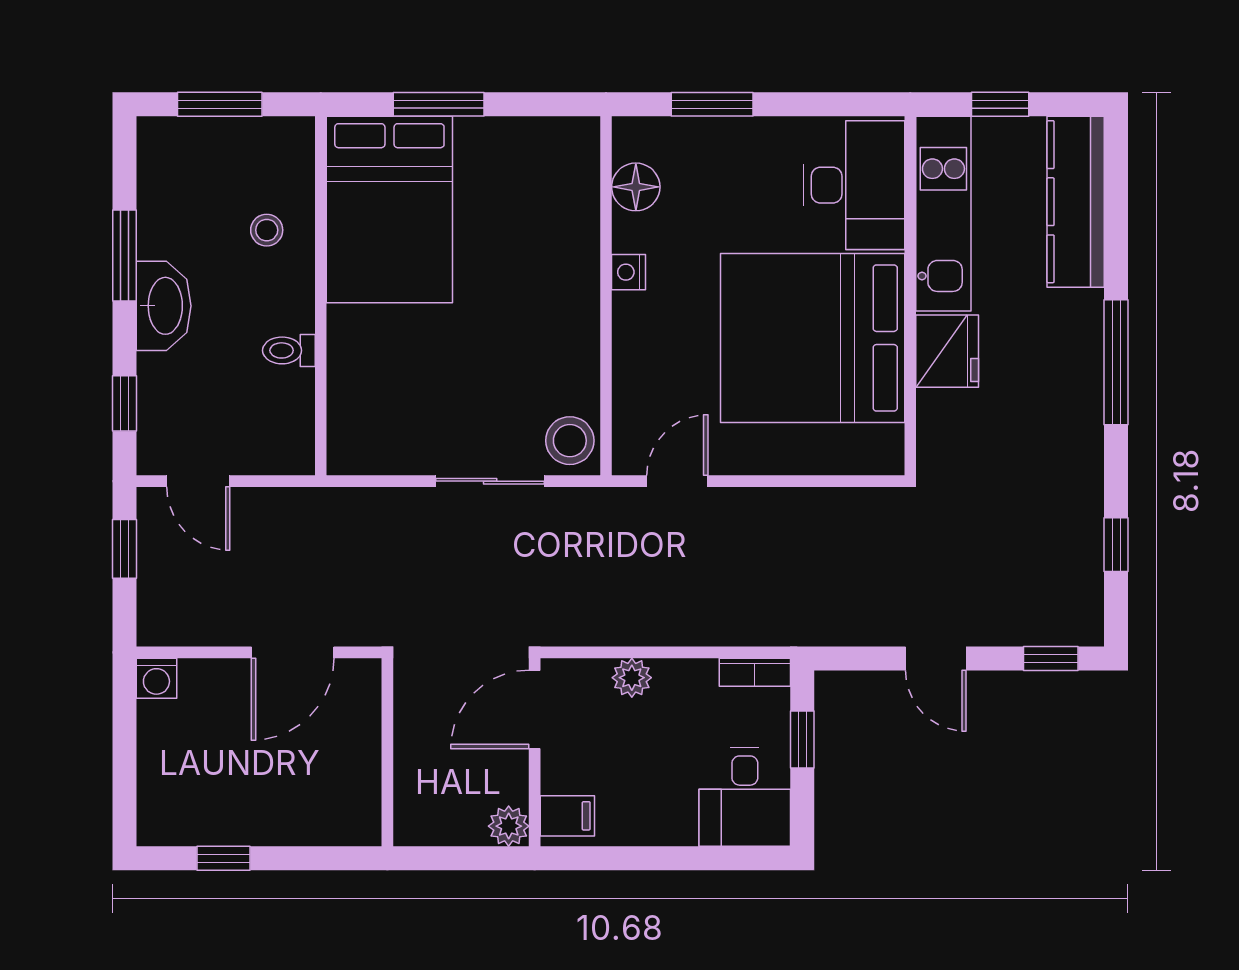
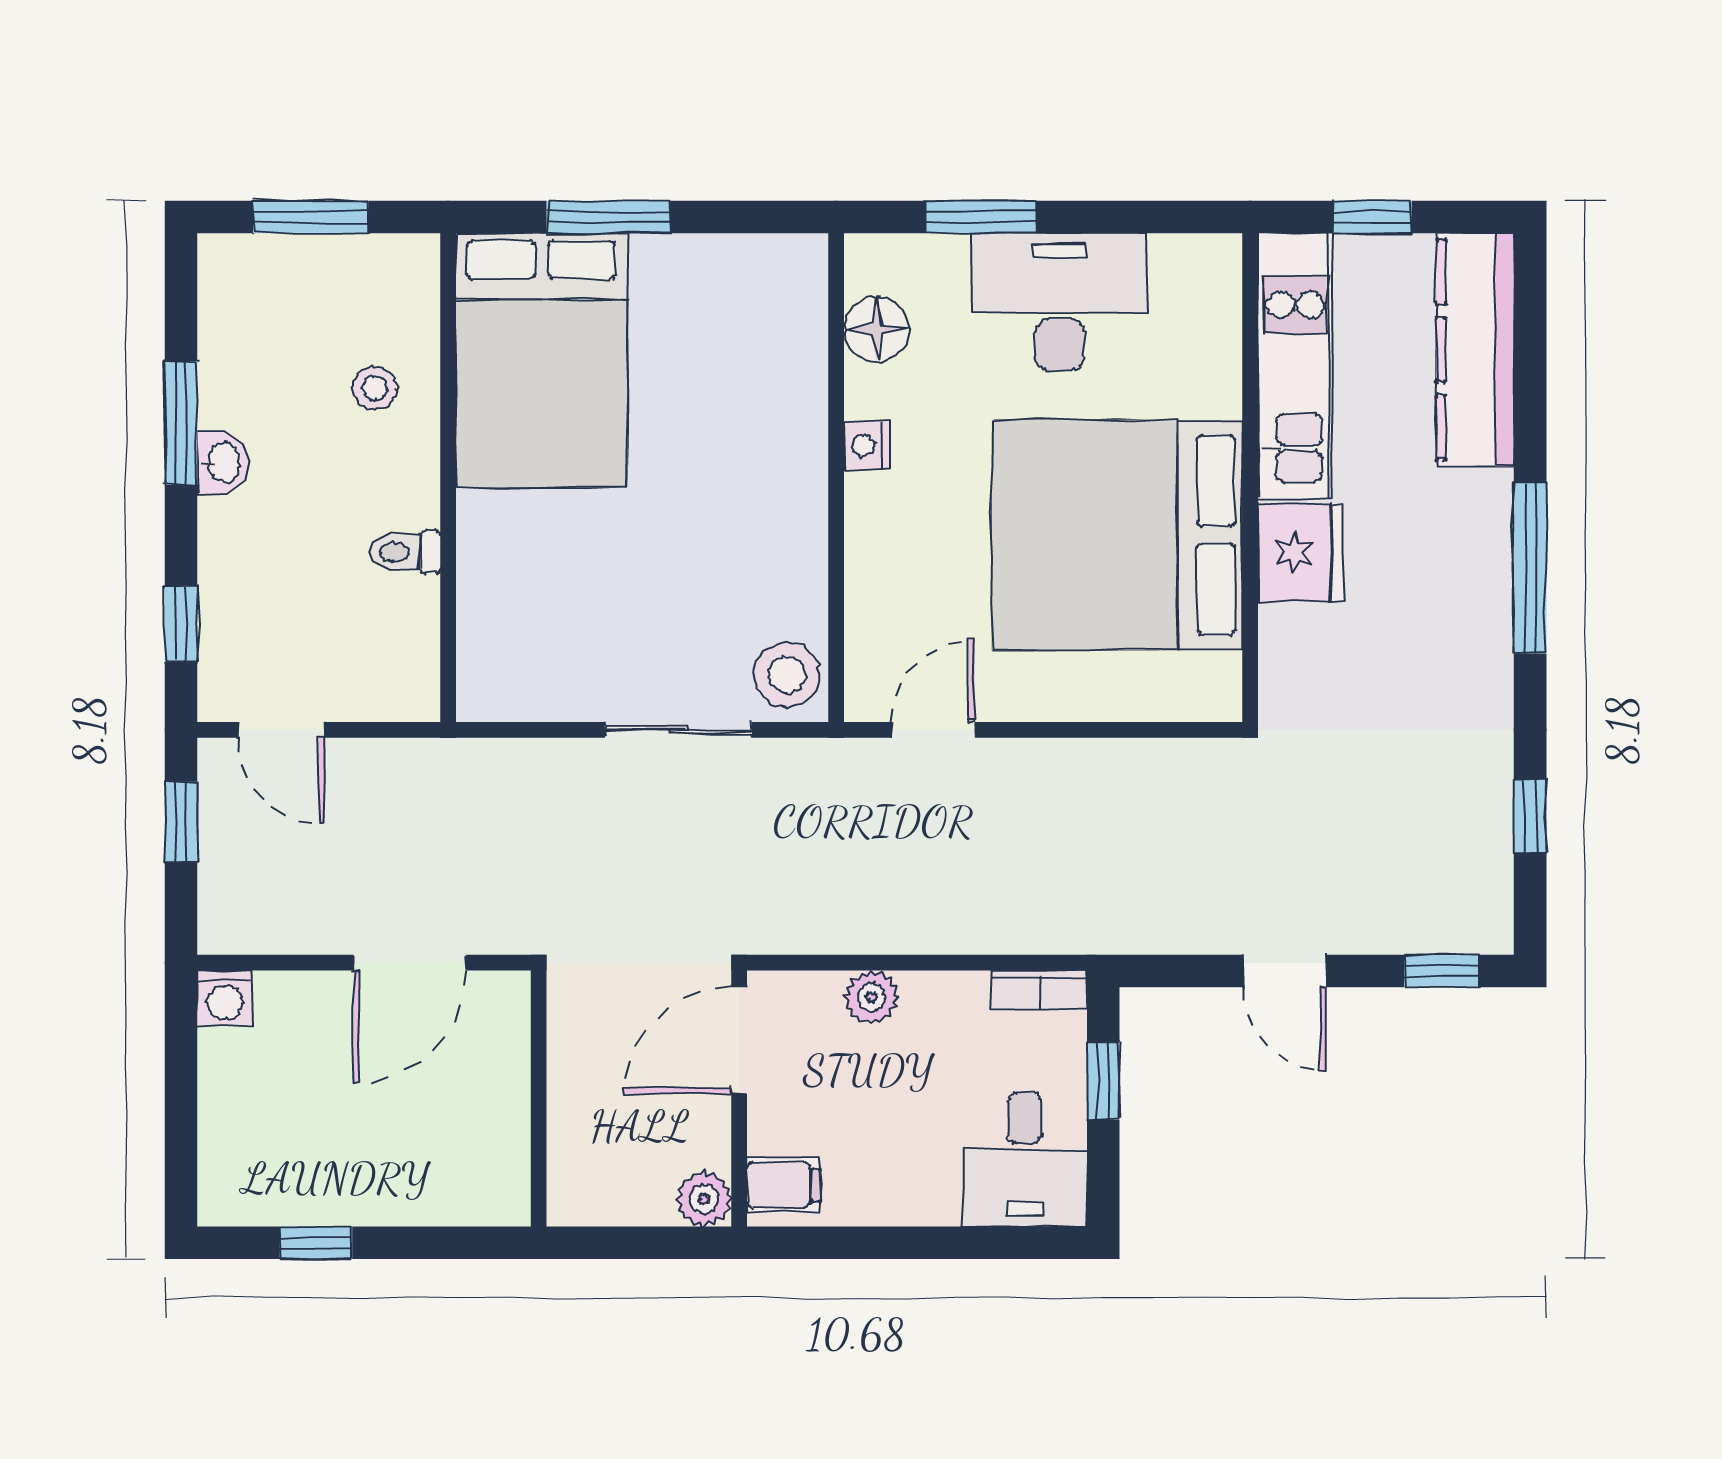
desk: (854, 185) -> (1059, 302), moved, turned -90
washbasin: (164, 306) -> (223, 462), width x0.52, depth x0.69

